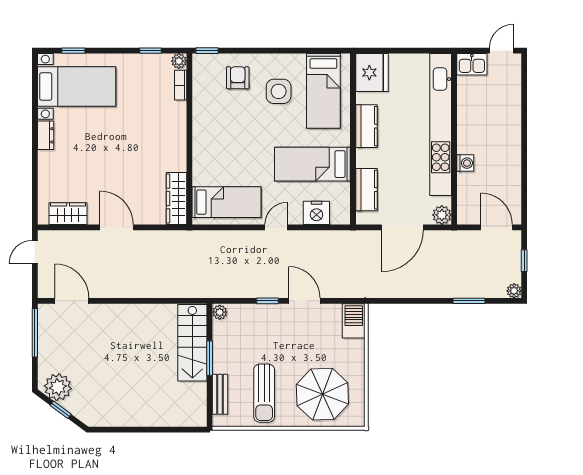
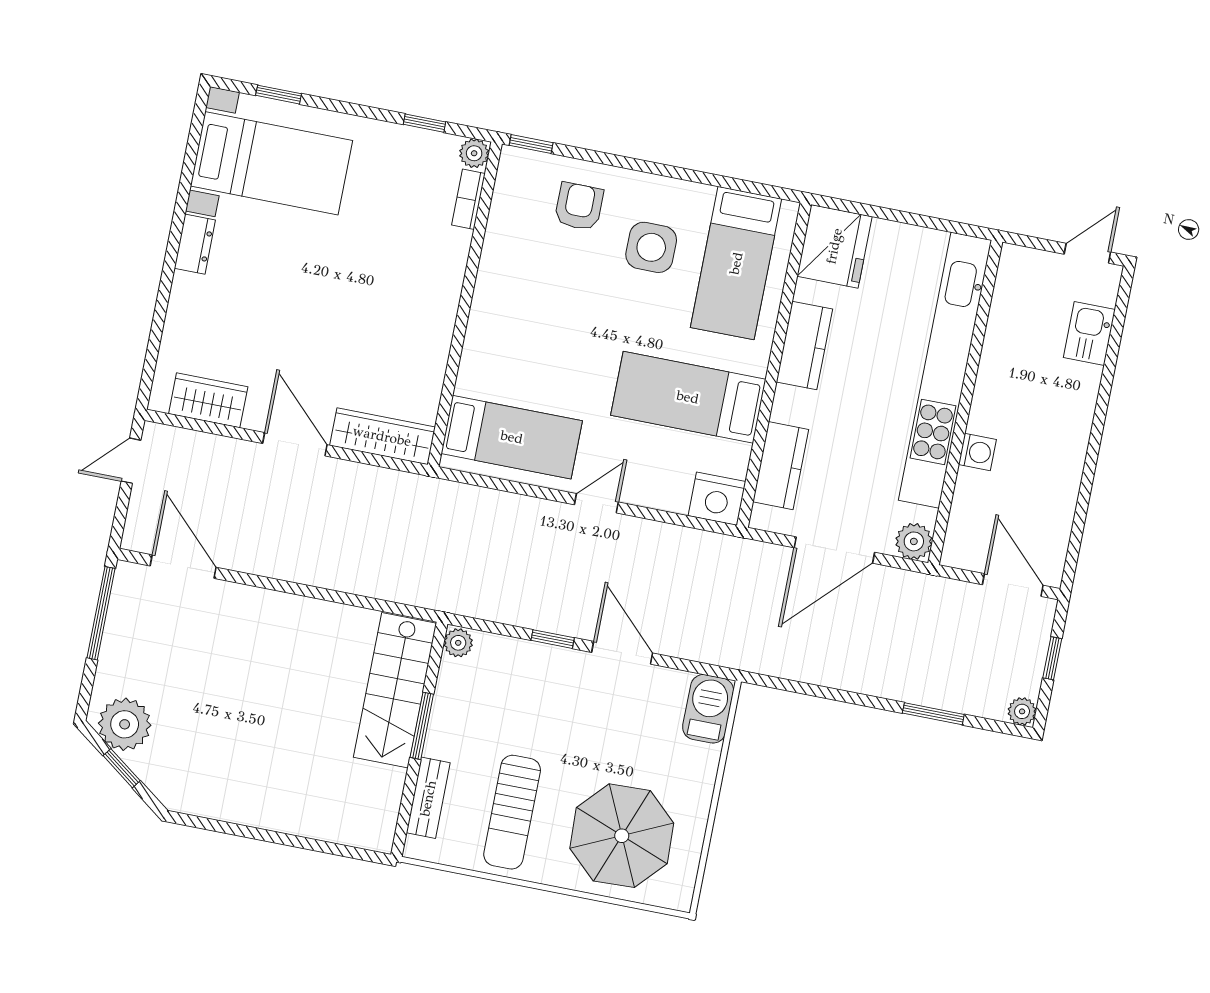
kitchen sink: (472, 64) -> (1089, 333), moved, turned 90
wardrobe: (176, 199) -> (382, 436), moved, turned 90
nightstand: (316, 213) -> (717, 499), moved

